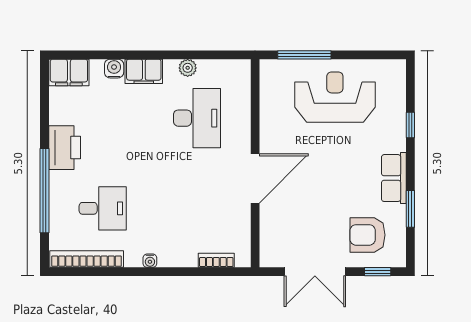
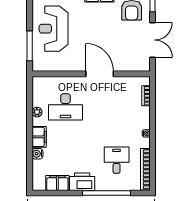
filing cabinet: (69, 72) -> (57, 183), moved, turned -90
desk: (197, 118) -> (65, 107), turned 180

